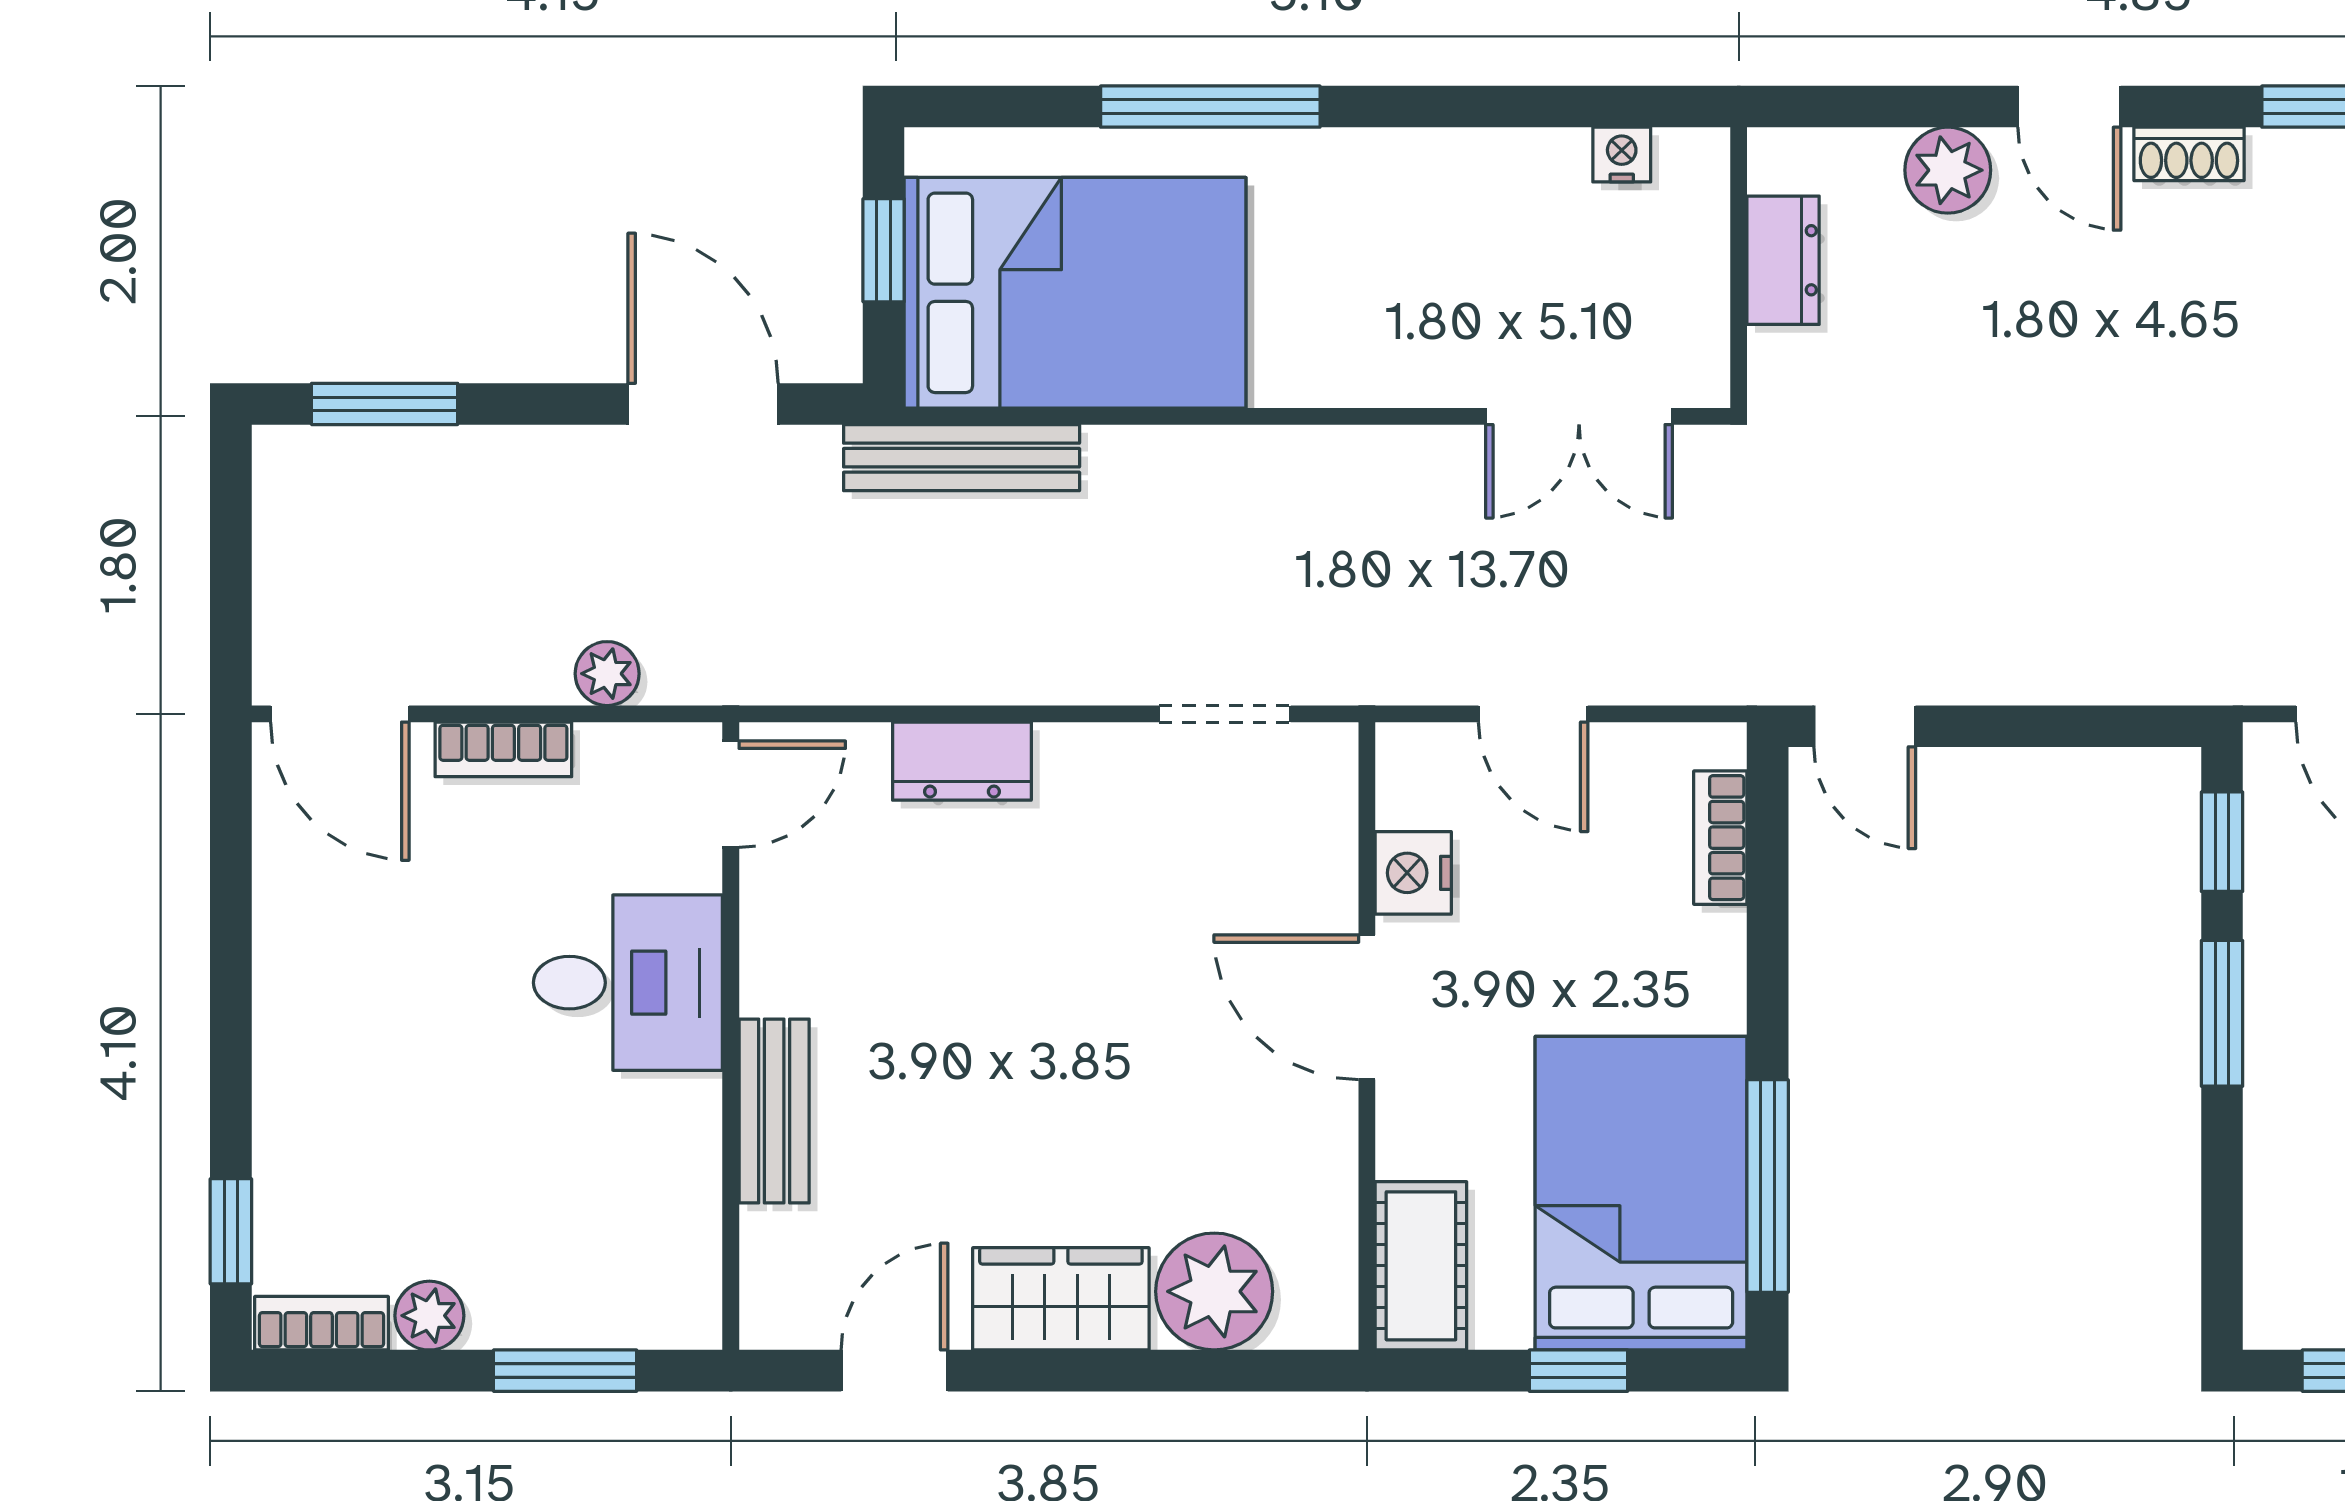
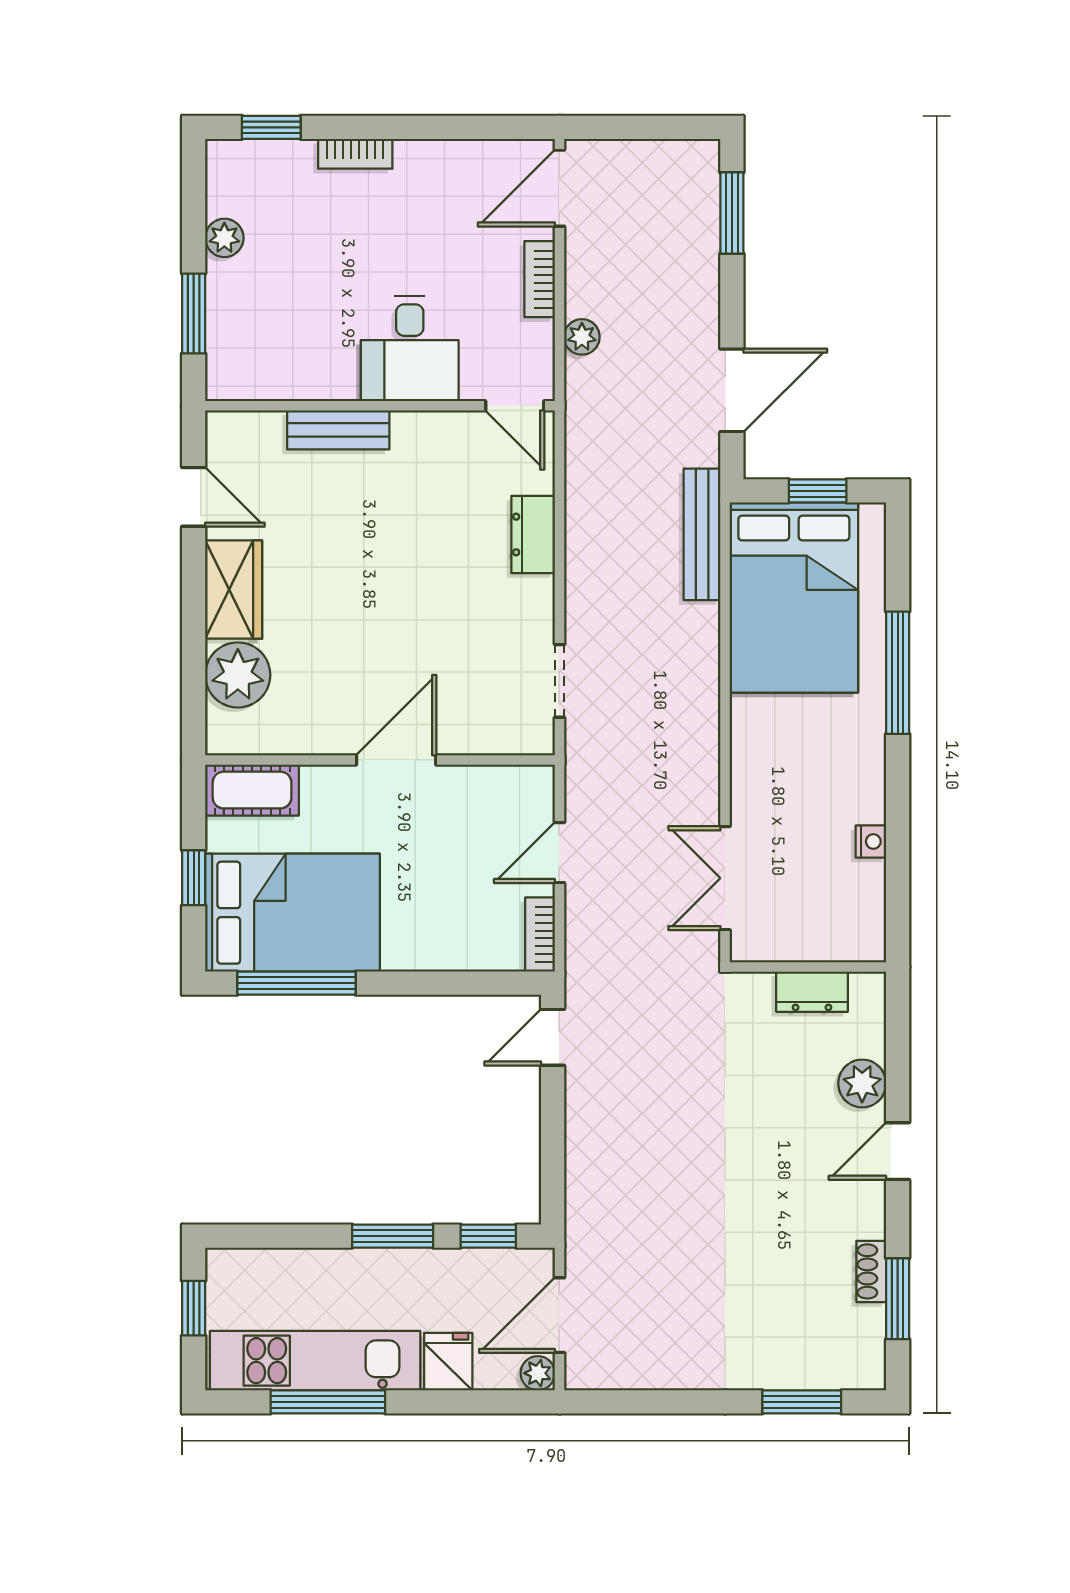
shoe rack: (2189, 154) -> (871, 1271), moved
nightstand: (1622, 155) -> (871, 842), moved
bookcase: (1720, 838) -> (540, 935), moved, turned -90
nightstand: (1413, 873) -> (471, 786), removed
bookcase: (322, 1323) -> (355, 154), moved, turned 90

